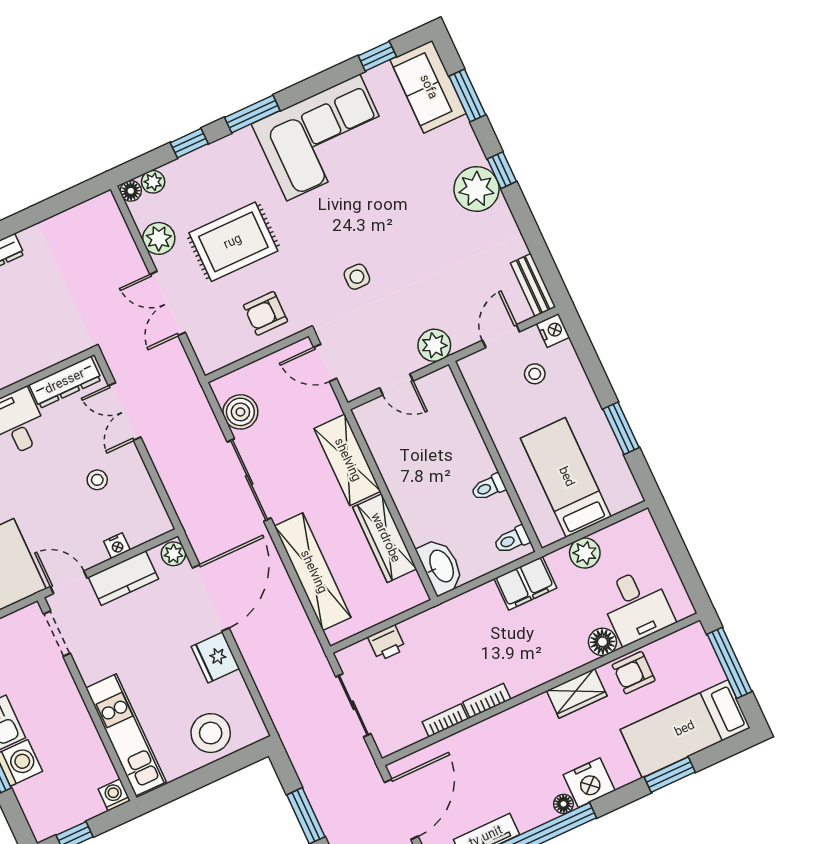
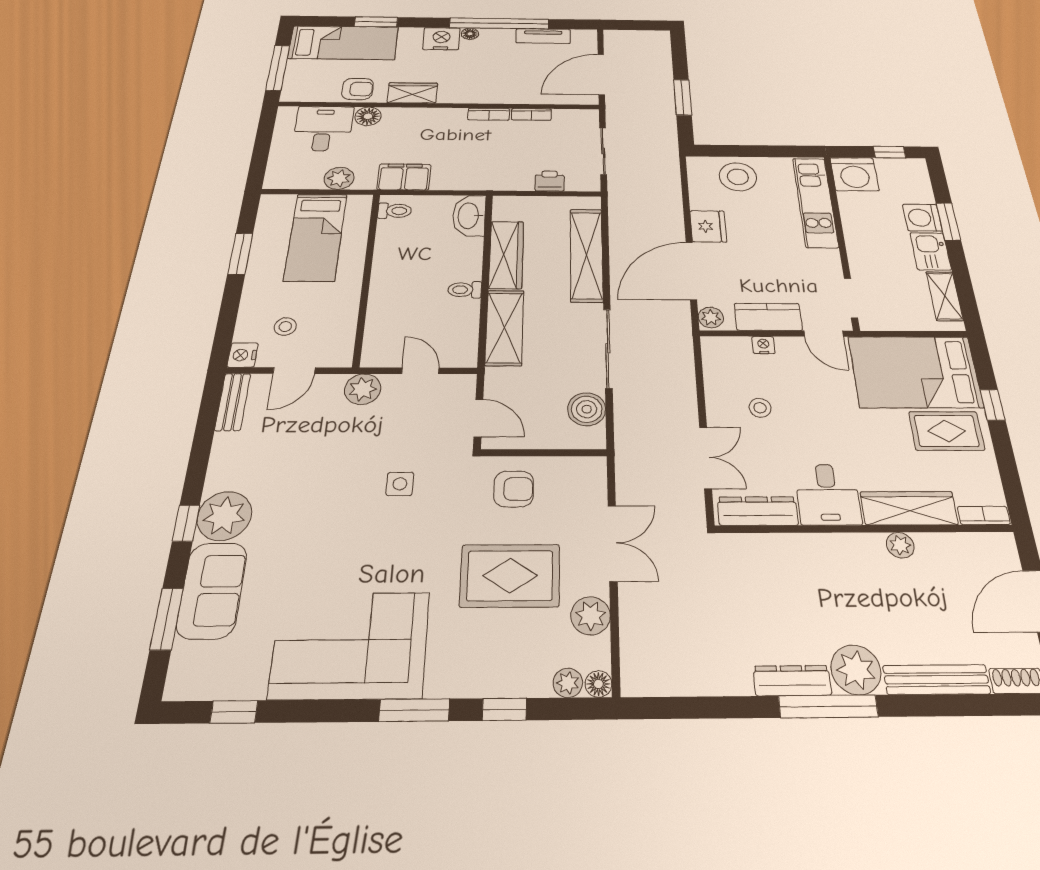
sofa: (428, 87) -> (212, 590), moved
toilet: (488, 487) -> (465, 290), moved, turned 180
washing machine: (114, 795) -> (854, 174), width x1.89, depth x1.89

